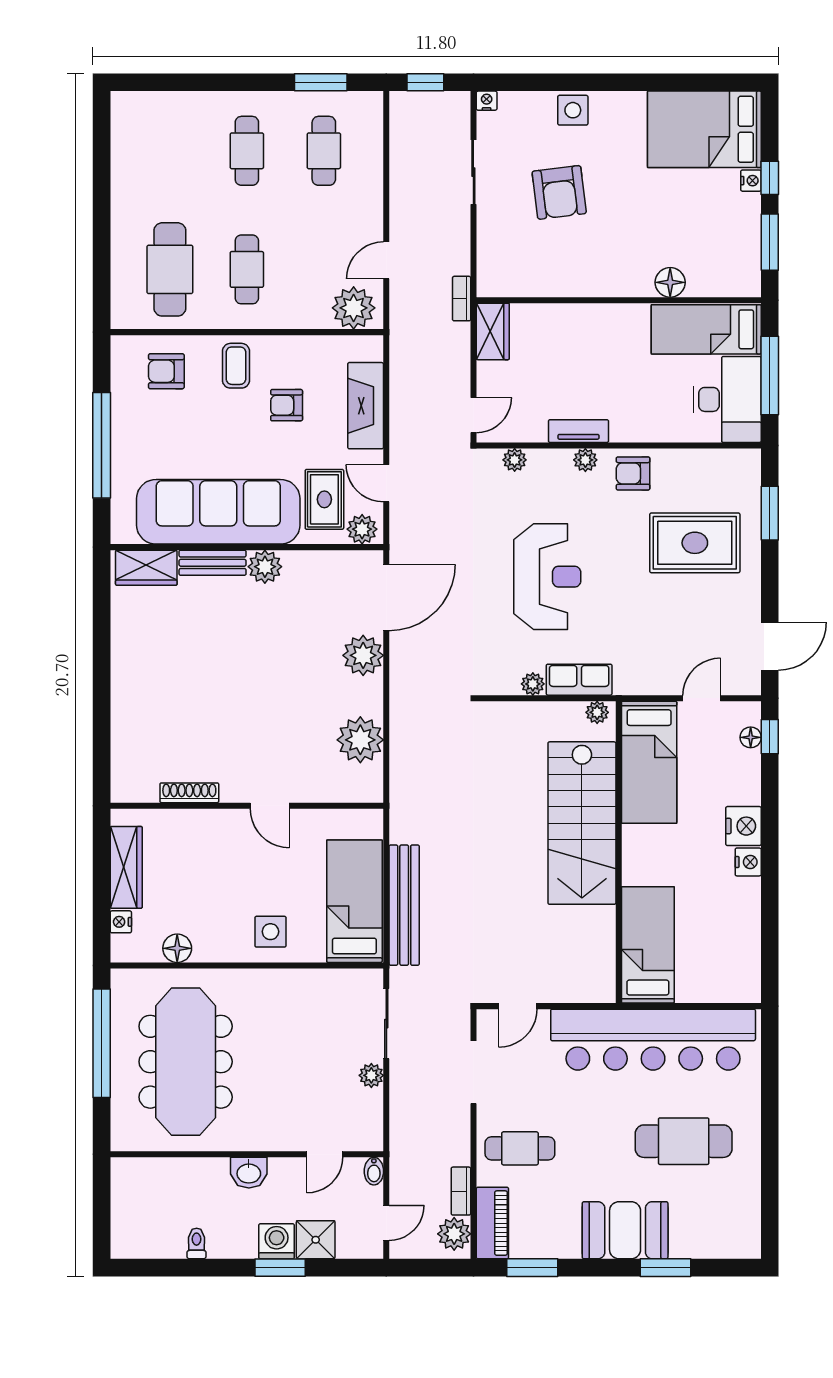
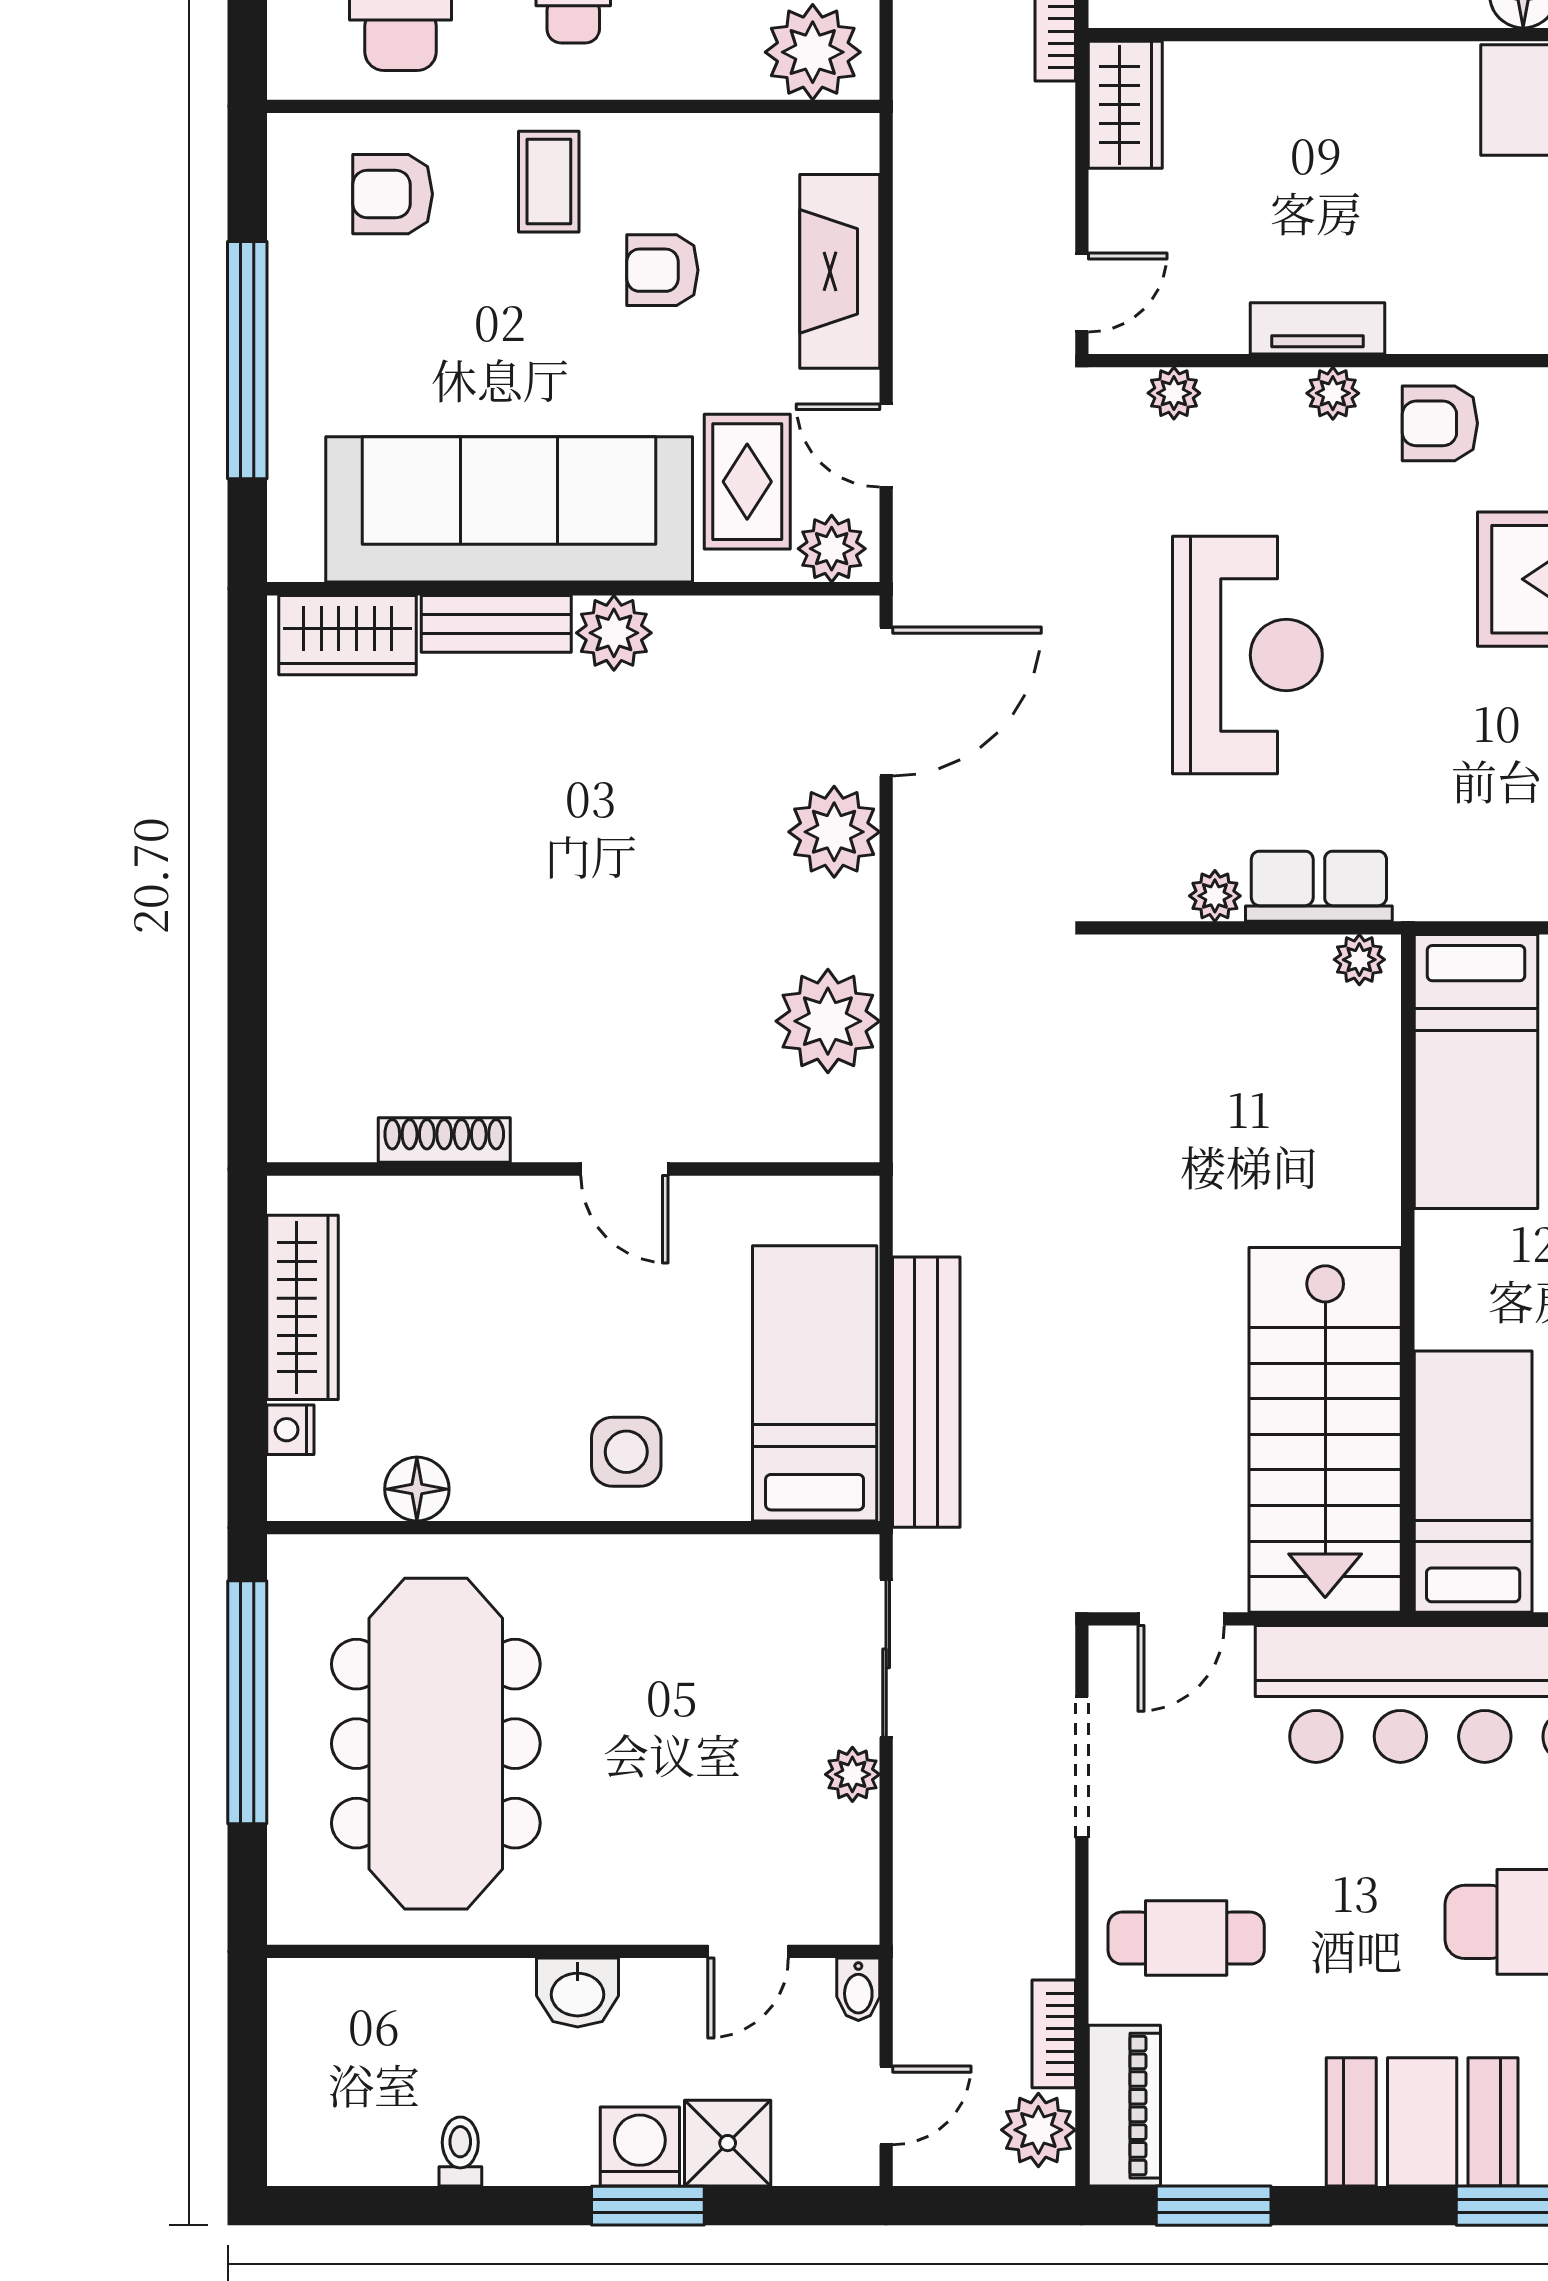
stairs: (582, 823) -> (1325, 1430), moved

